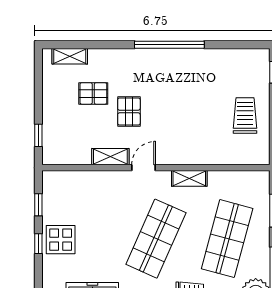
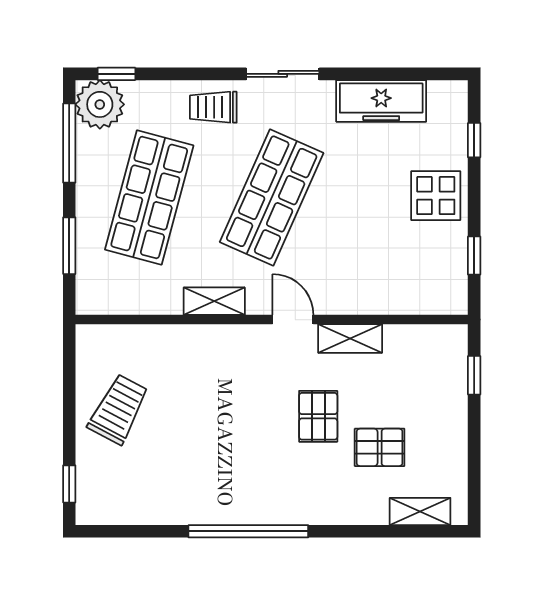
trolley: (245, 116) -> (118, 409), turned -152
door: (144, 168) -> (293, 320), swing flipped
window: (38, 244) -> (474, 140), moved

